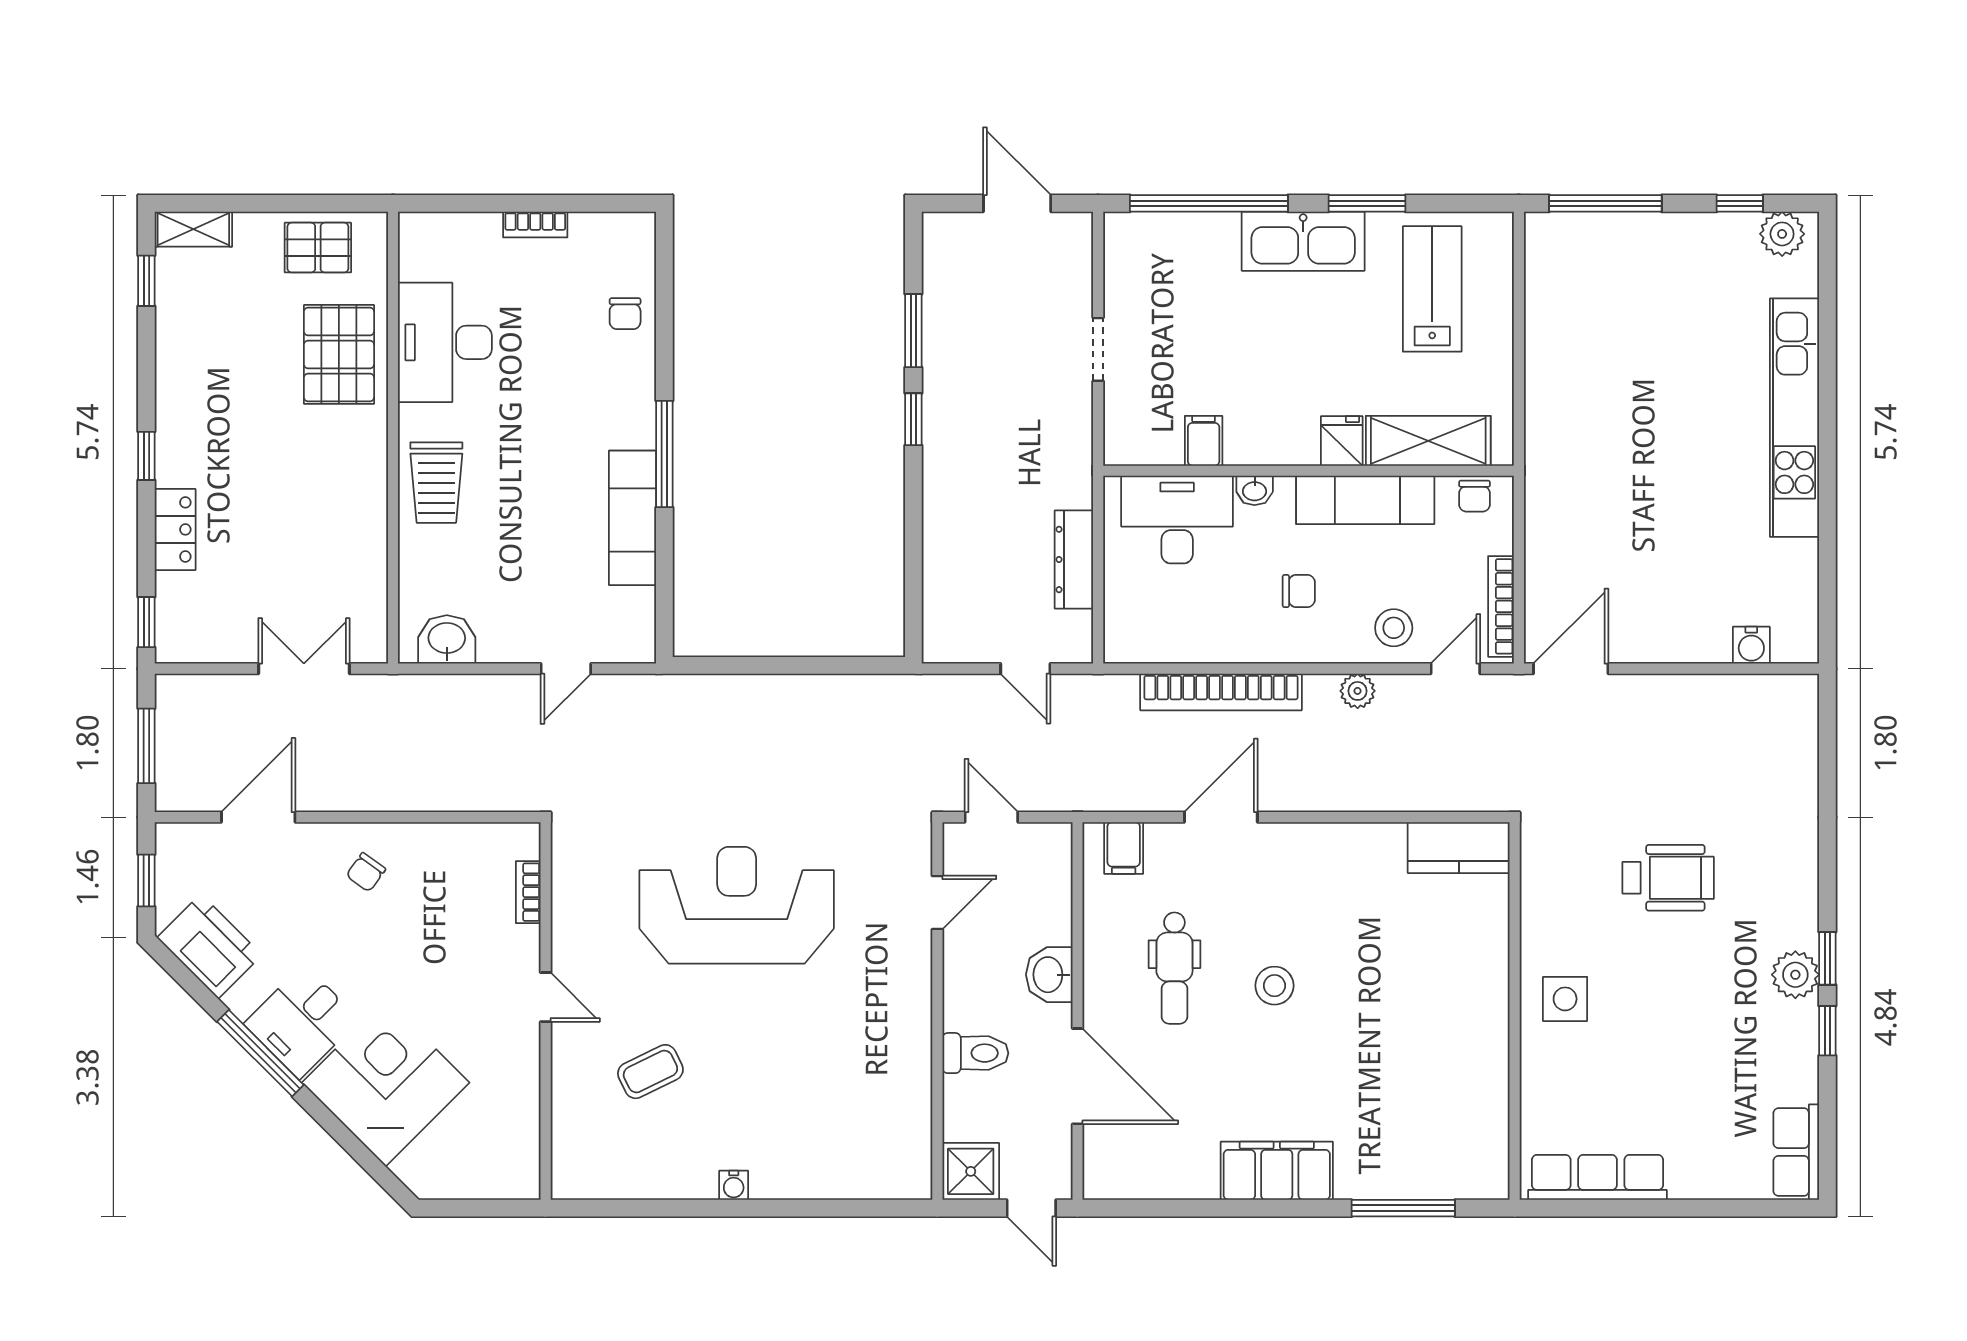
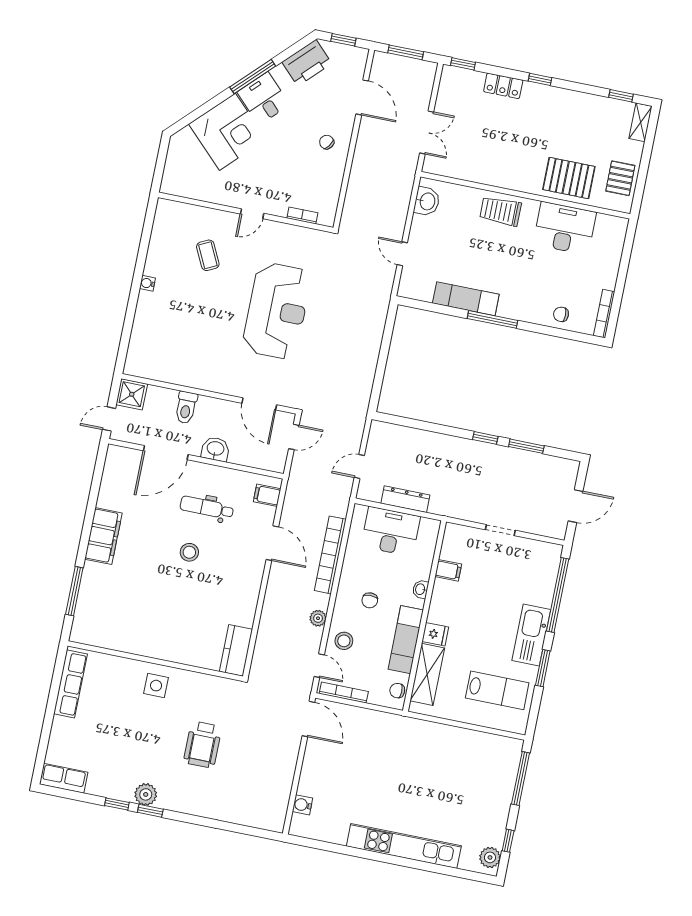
bookcase: (535, 225) -> (604, 314), moved, width x1.56
desk: (1177, 520) -> (391, 531), moved, turned -90
door: (937, 902) -> (259, 404), width x1.38

